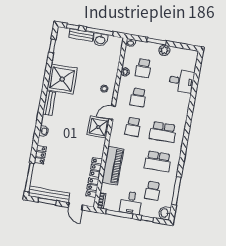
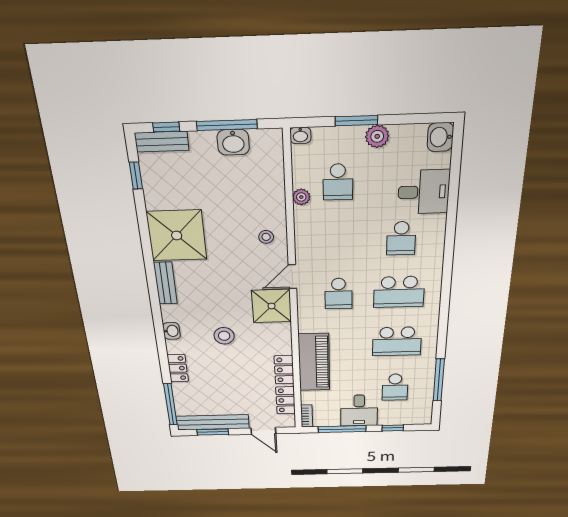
bench: (81, 35) -> (162, 142), moved
school desk: (138, 97) -> (401, 238), moved
stool: (70, 140) -> (224, 336), added
washbasin: (165, 213) -> (440, 137), moved

